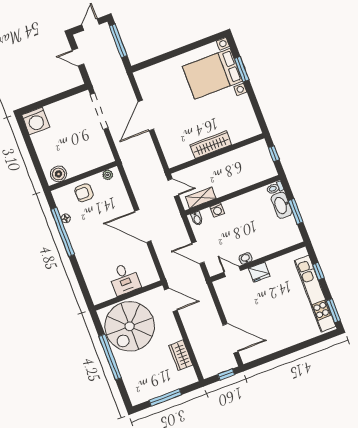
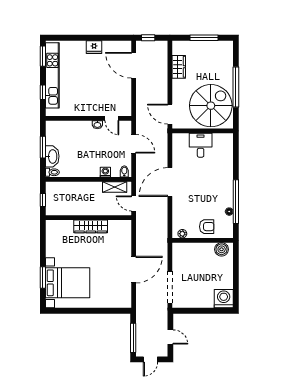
door: (143, 226) -> (170, 182), swing flipped
fridge: (259, 272) -> (94, 47), moved, turned 180

